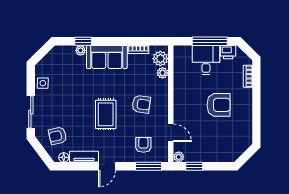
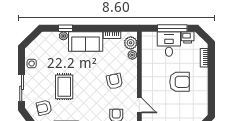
armchair: (141, 104) -> (114, 81), turned -110
rug: (106, 114) -> (64, 87), moved

